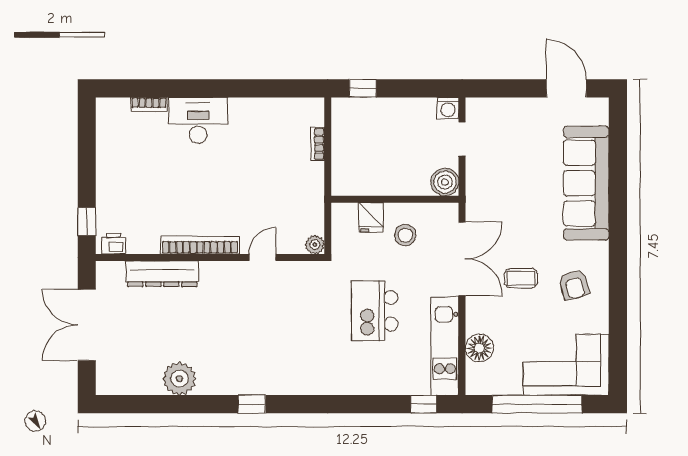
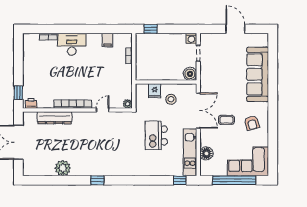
door: (566, 88) -> (235, 29), moved
filing cabinet: (273, 112) -> (108, 40), added

